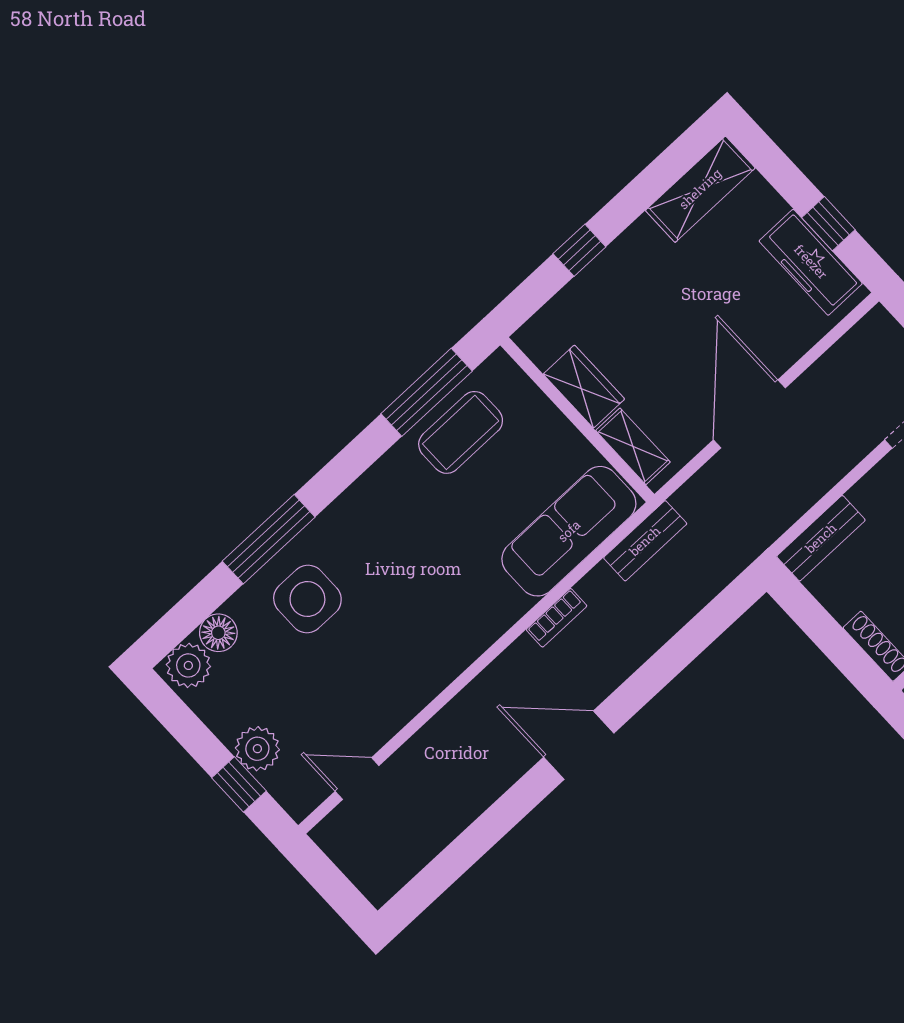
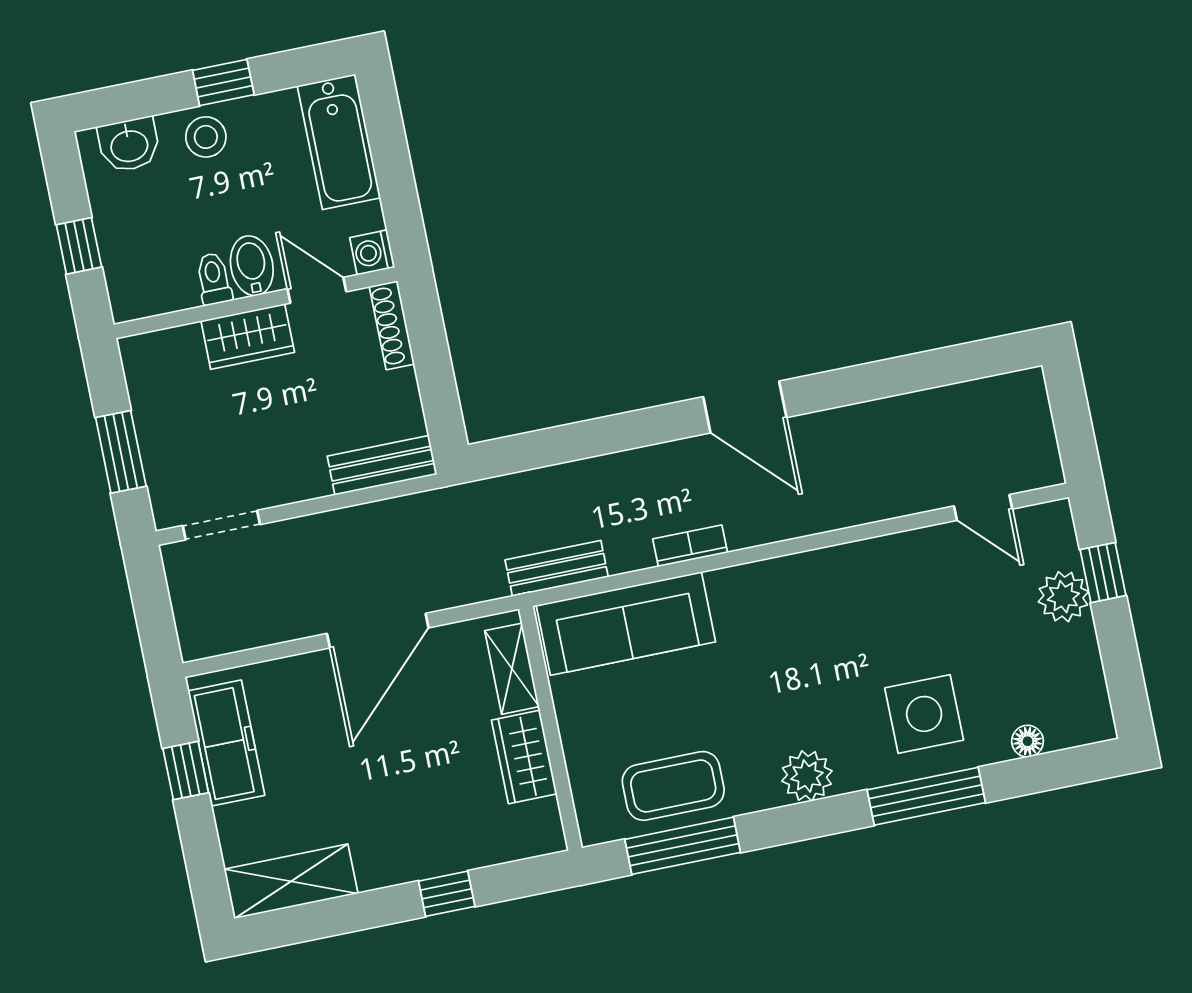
floor lamp: (218, 633) -> (1028, 741), width x0.73, depth x0.73
plant: (188, 665) -> (807, 776), moved

